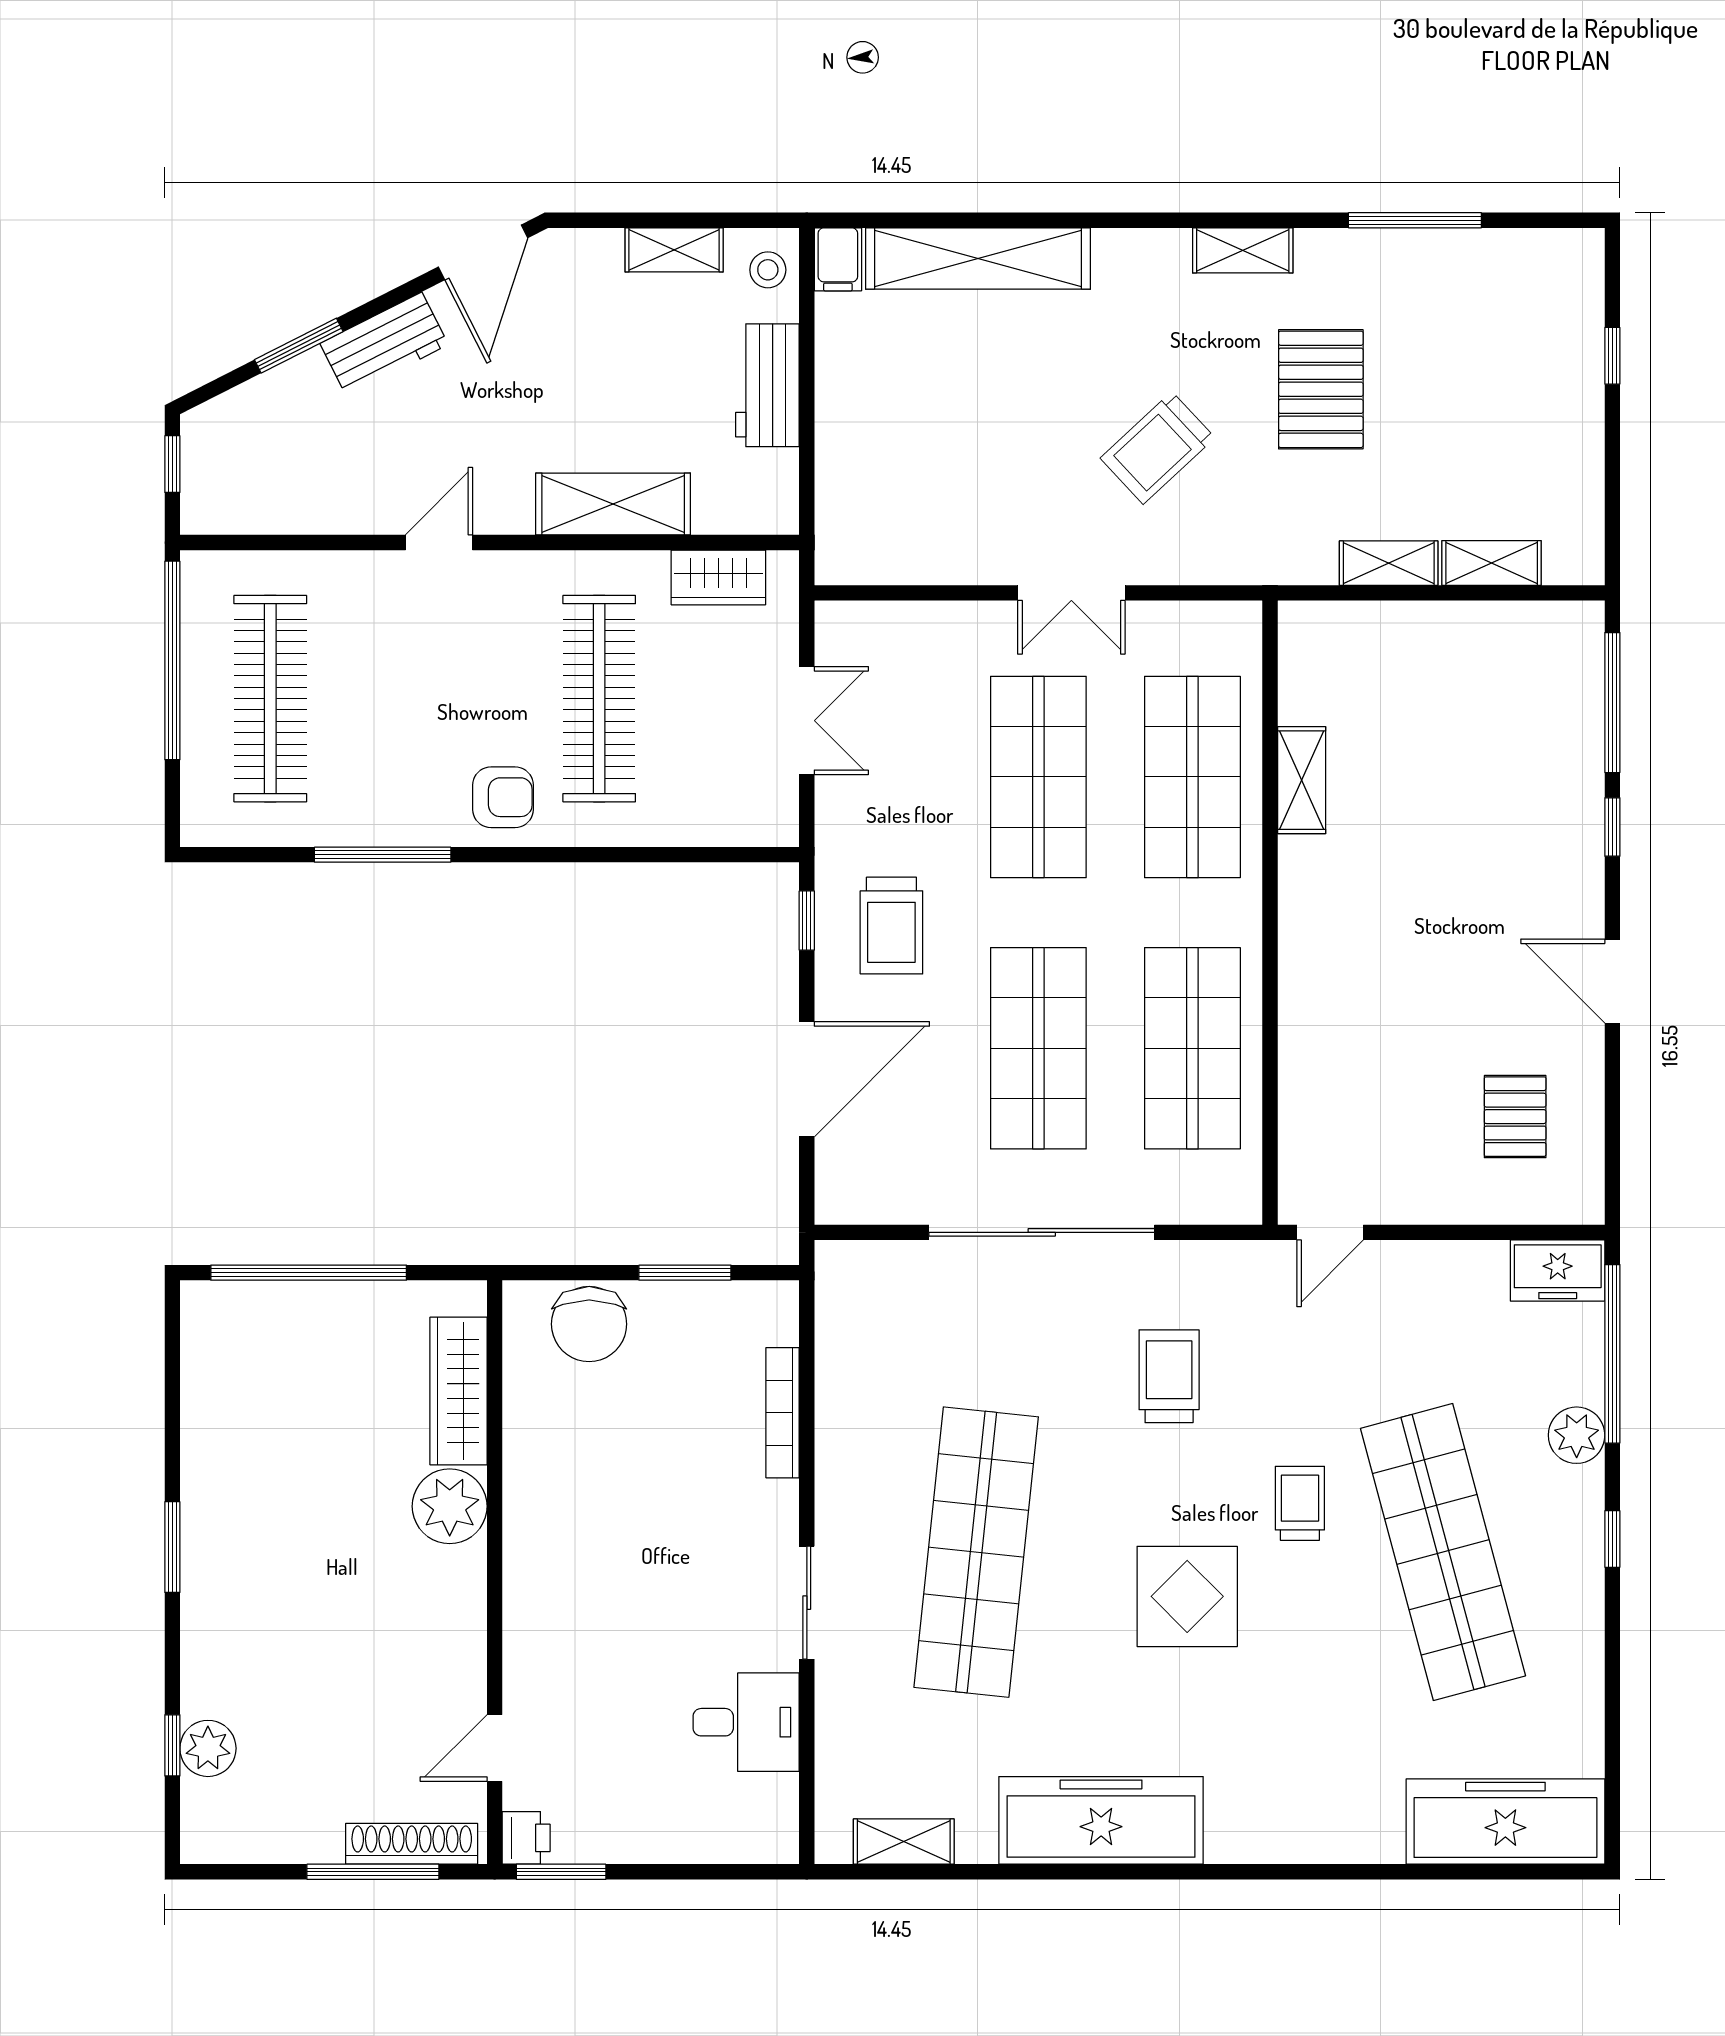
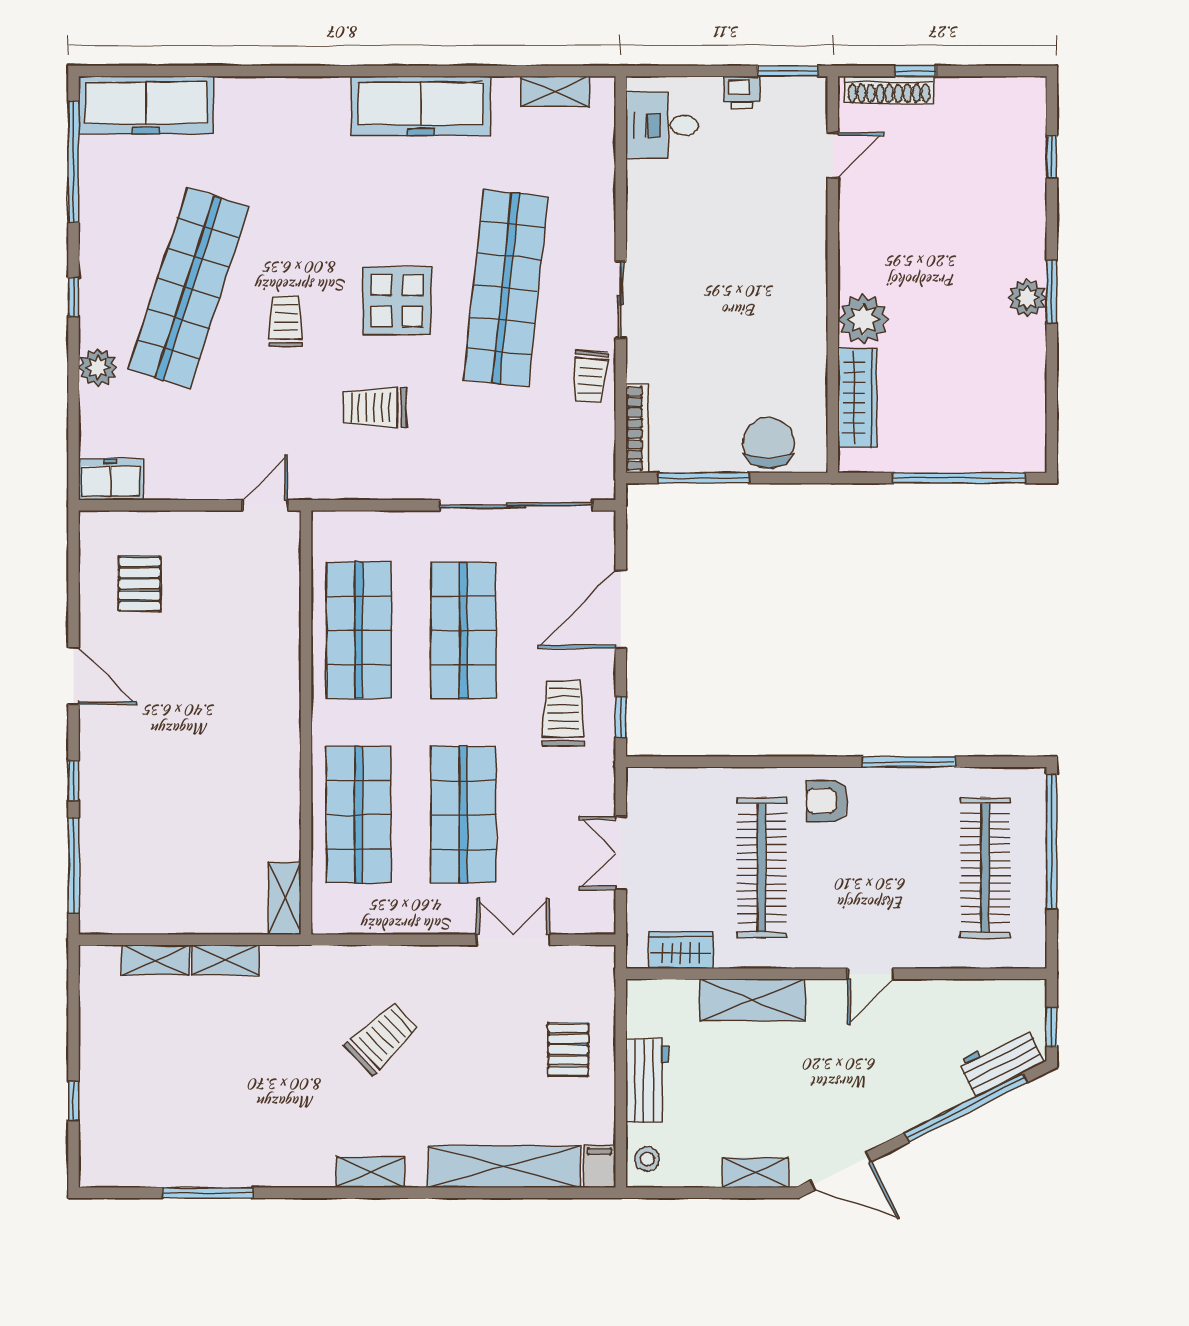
shelving: (674, 250) -> (755, 1173), moved
shelving: (1243, 250) -> (370, 1172), moved
door: (483, 252) -> (841, 1171), swing flipped
workbench: (384, 344) -> (1001, 1061), moved
window: (299, 346) -> (966, 1108), width x2.11
pallet: (1321, 389) -> (568, 1050), moved, width x0.67, depth x0.71
double door: (1071, 593) -> (513, 940), moved
window: (172, 660) -> (1052, 841), moved
shelving: (1302, 780) -> (285, 898), moved
sliding door: (1042, 1232) -> (516, 505), moved
window: (685, 1273) -> (703, 478), width x1.44
window: (1612, 1354) -> (74, 162), moved
trolley: (1169, 1376) -> (375, 408), turned 90
bookcase: (783, 1413) -> (637, 429), moved
trolley: (852, 1422) -> (590, 377), added
trolley: (1300, 1503) -> (286, 321), turned 180
shop shelf: (1443, 1552) -> (189, 288), turned 33
display table: (1187, 1596) -> (397, 301), moved
sliding door: (807, 1603) -> (621, 300), moved
desk: (746, 1722) -> (662, 125), moved
plant: (208, 1748) -> (1027, 298), moved
printer: (526, 1838) -> (742, 92), moved, turned -90
window: (373, 1872) -> (915, 71), width x0.46

